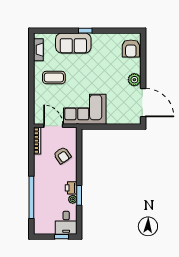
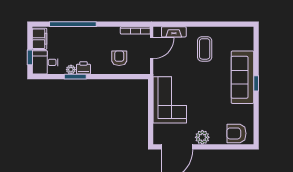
sofa: (73, 43) -> (242, 77), width x1.36
fireplace: (38, 50) -> (174, 32), moved
corner sofa: (85, 109) -> (170, 100), moved
armchair: (62, 155) -> (119, 58), turned 125
filing cabinet: (45, 228) -> (40, 39), added

